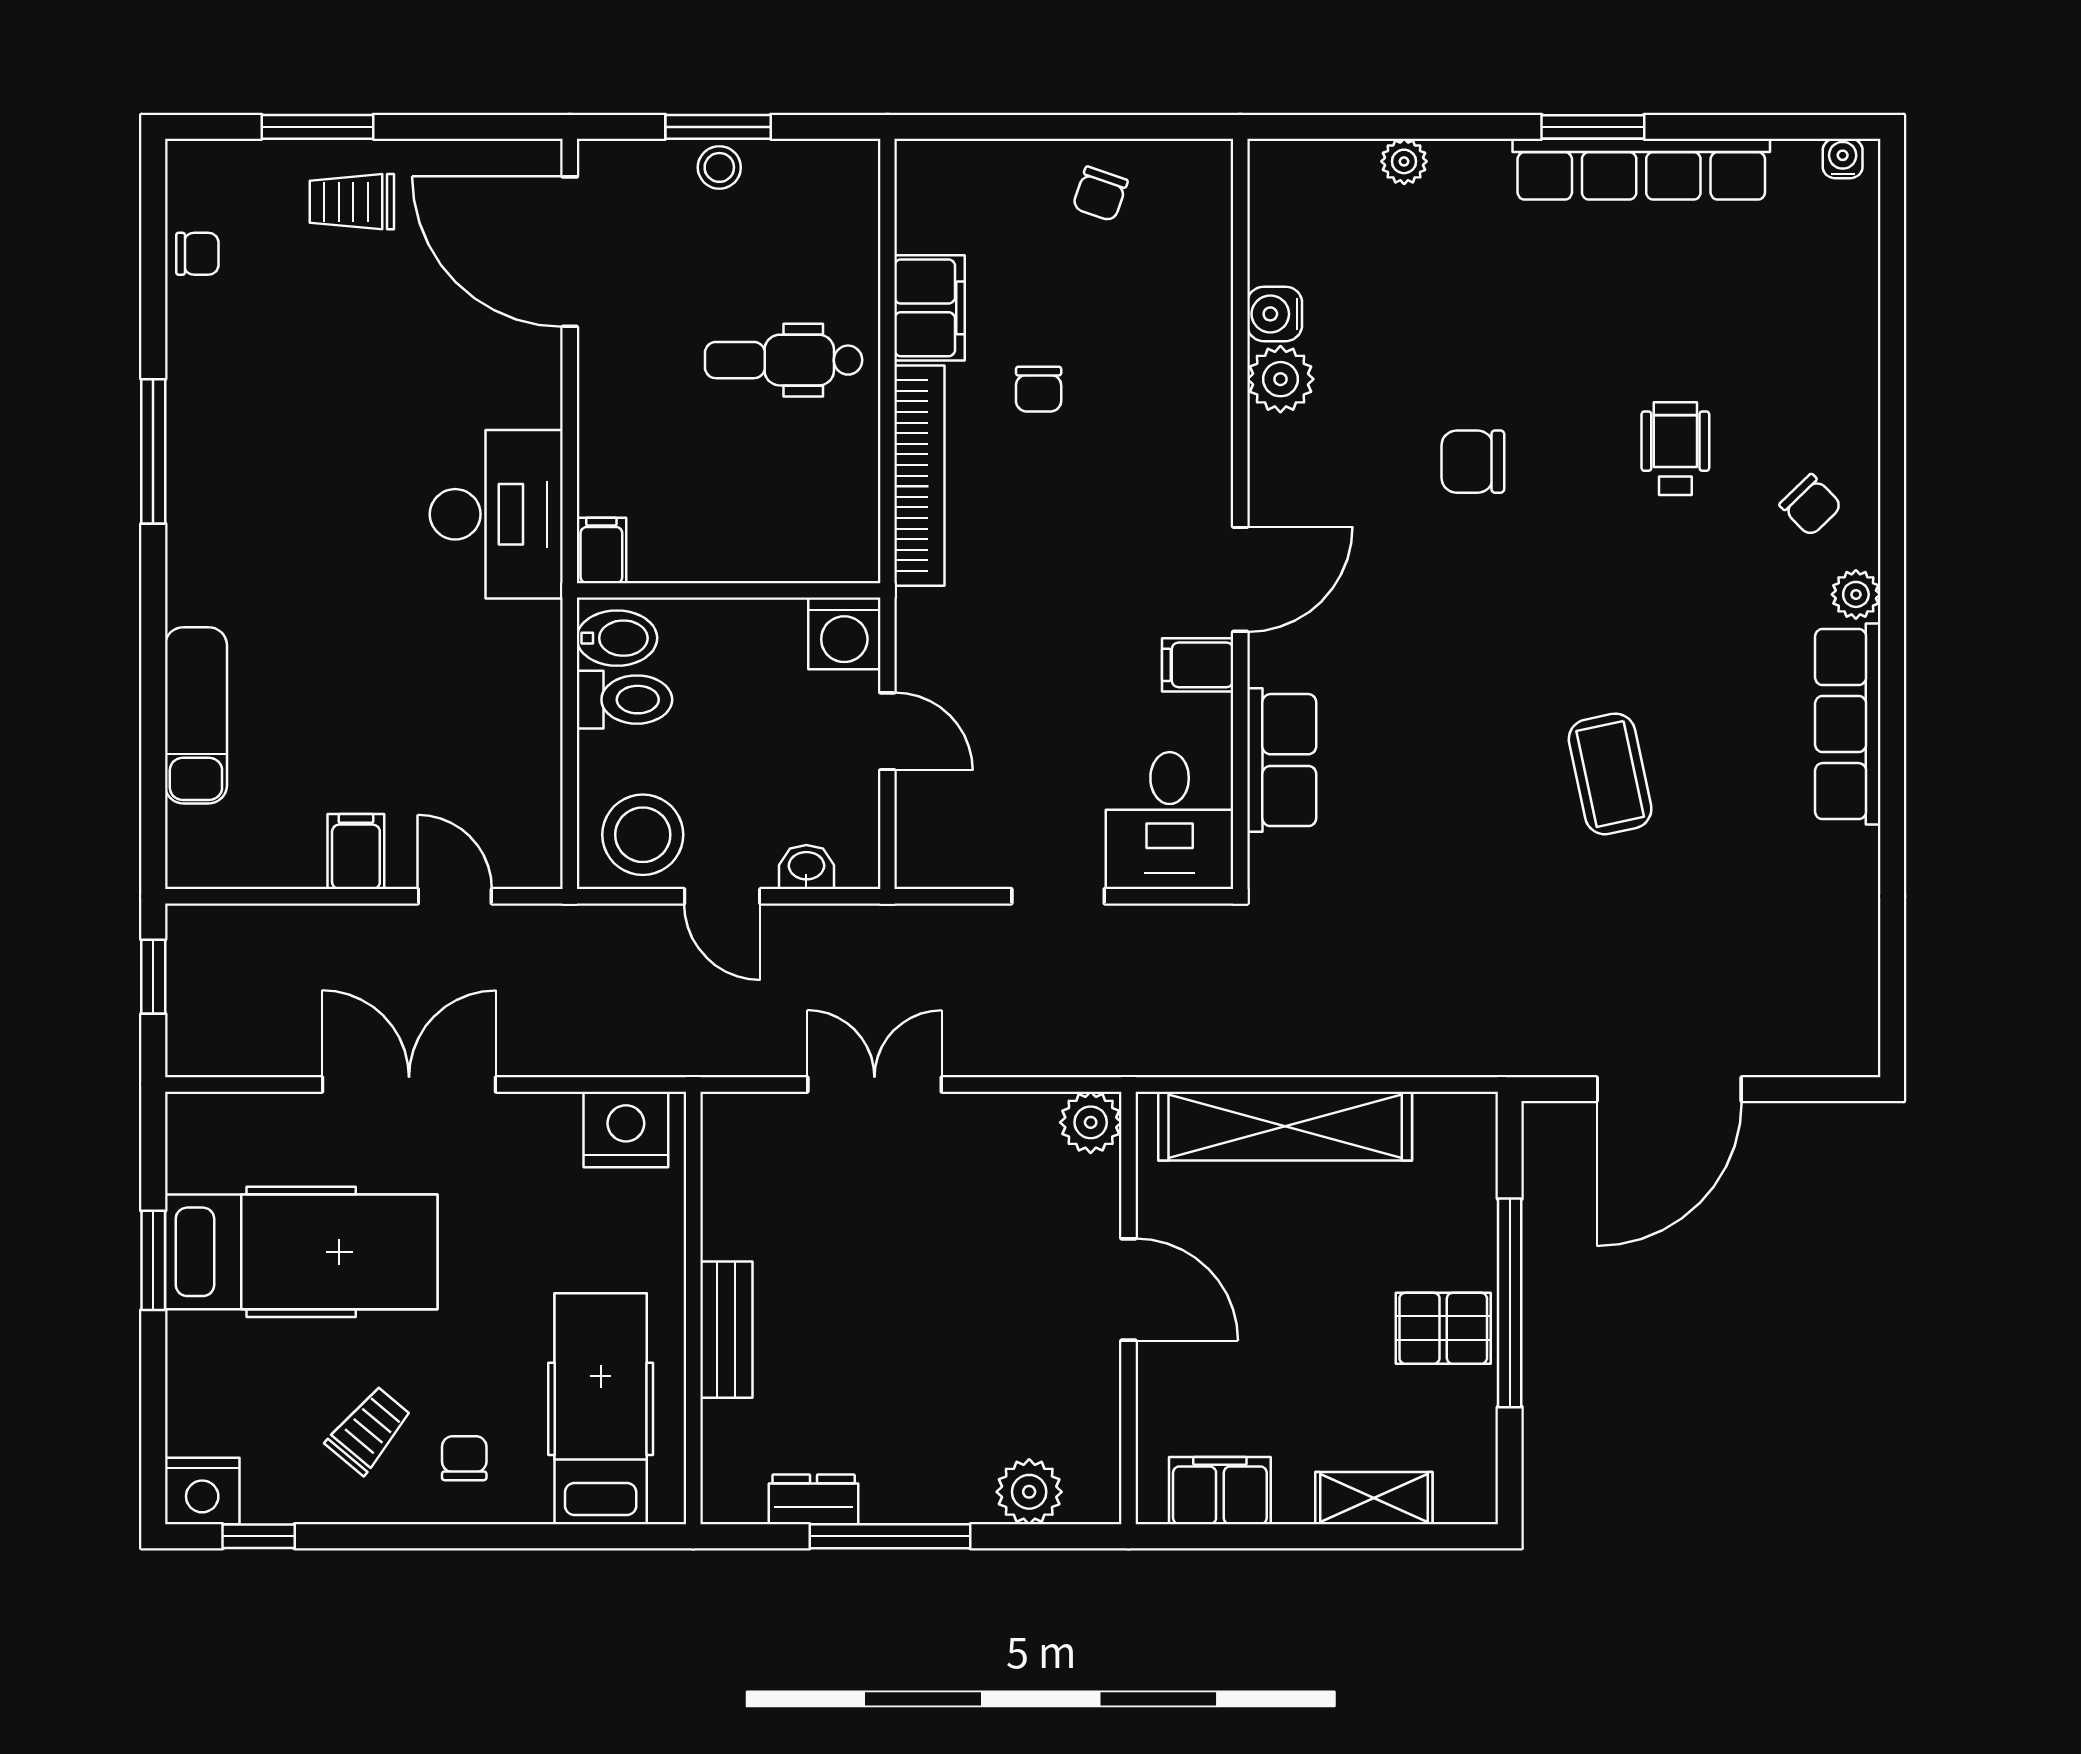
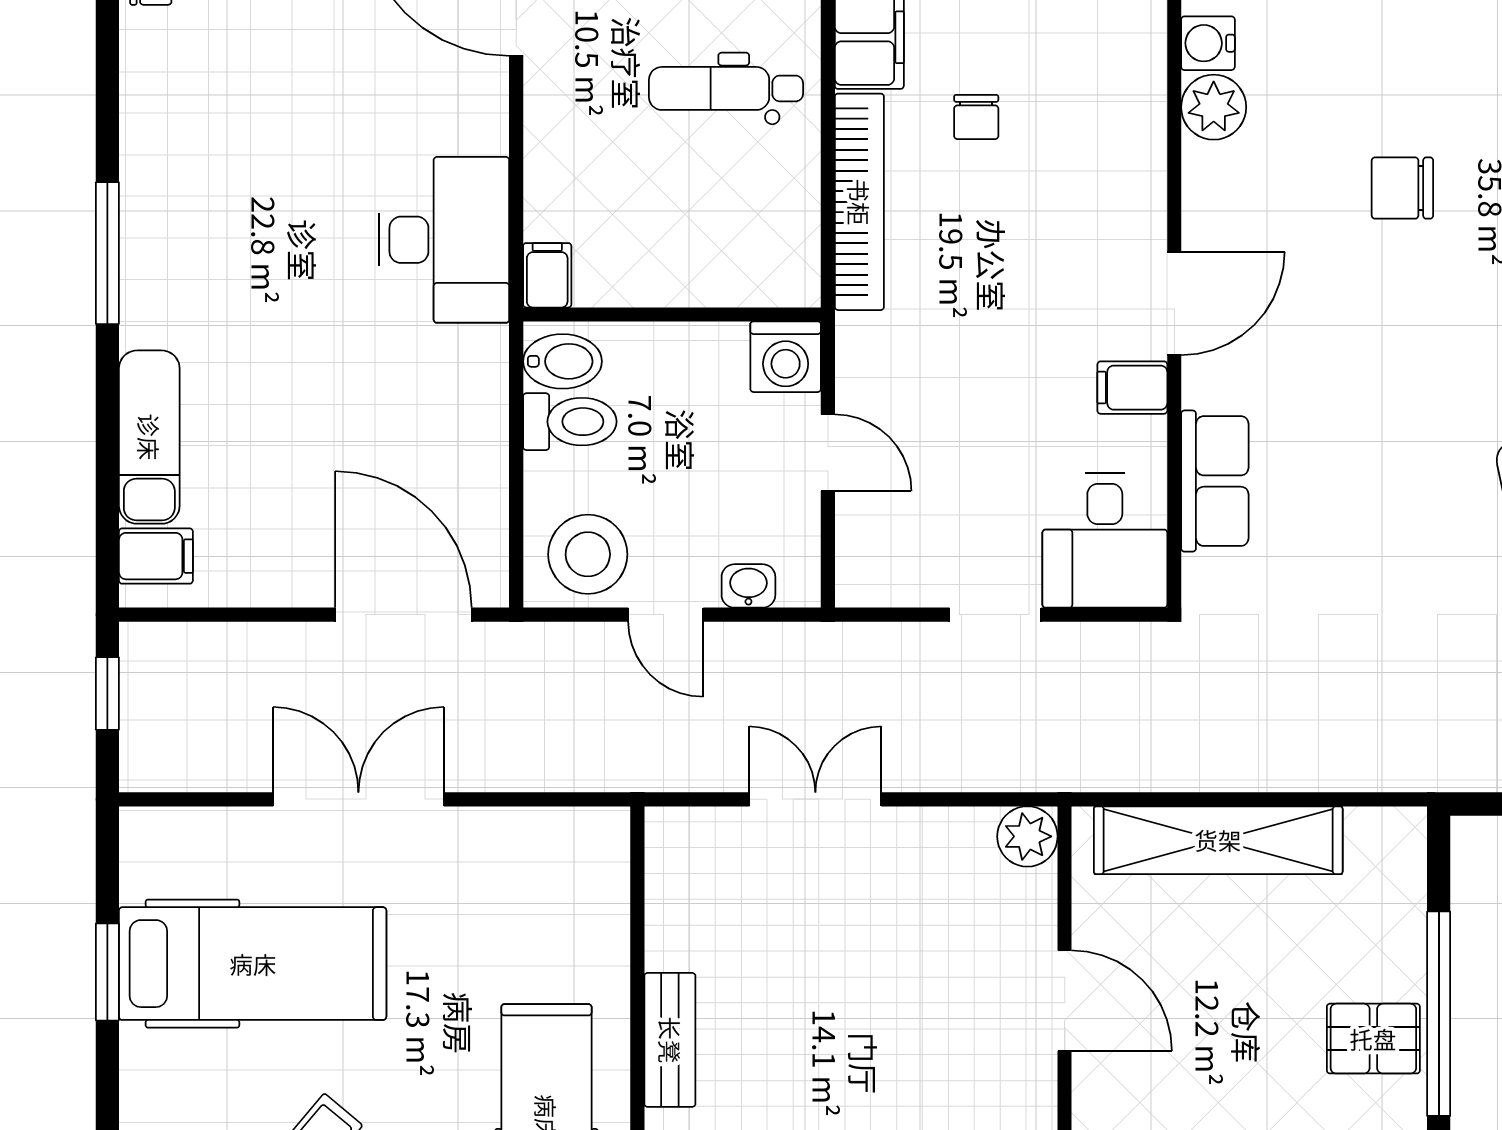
window: (153, 451) -> (107, 253), moved
filing cabinet: (356, 852) -> (156, 556), moved, turned 90
door: (455, 896) -> (403, 615), width x1.88
nightstand: (626, 1129) -> (571, 843), removed

